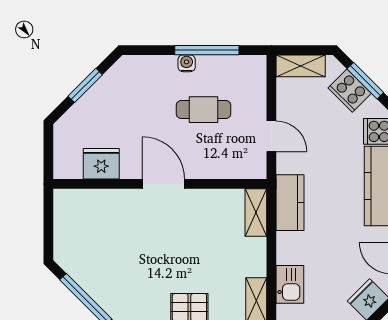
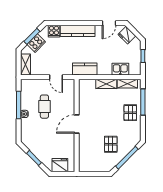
door: (271, 136) -> (56, 77), swing flipped
fridge: (101, 164) -> (60, 165), moved, turned 90
shelving: (256, 212) -> (106, 84), moved
pallet: (117, 262) -> (111, 144), added

